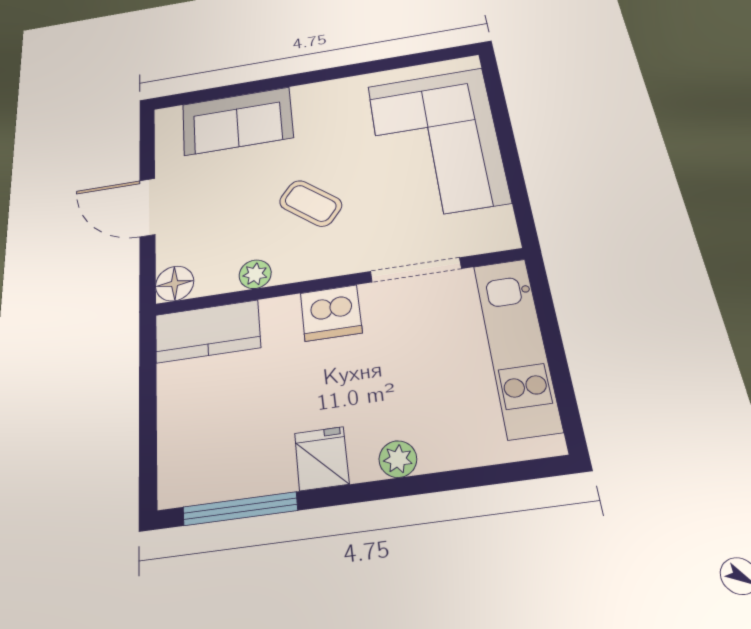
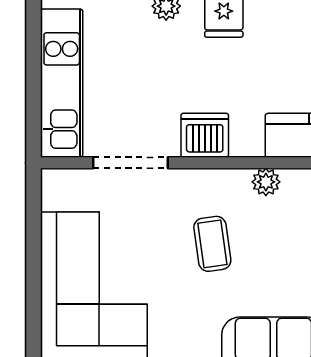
coffee table: (311, 203) -> (212, 244), turned 43

